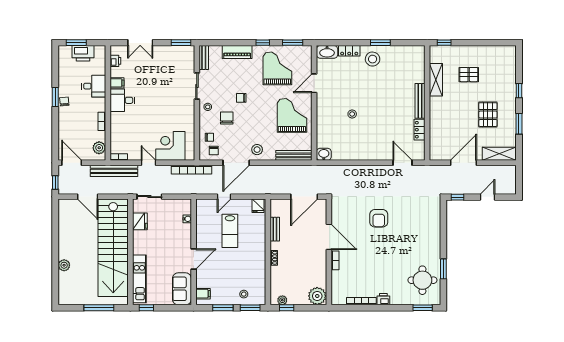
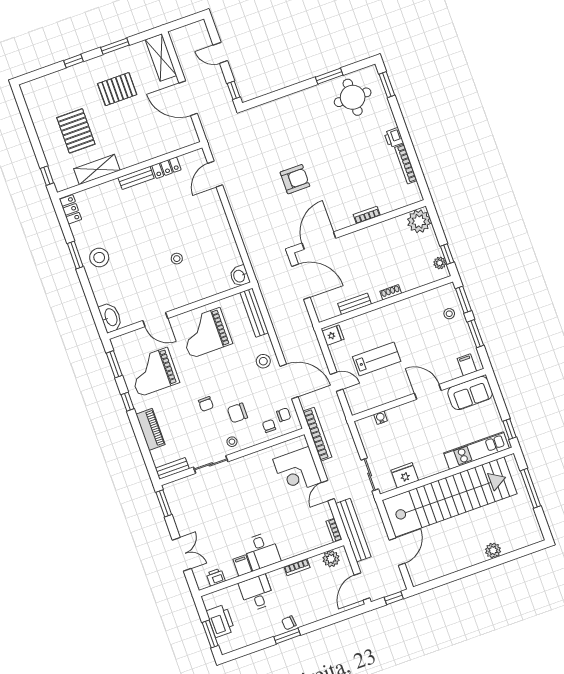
locker: (349, 51) -> (71, 209), moved
pallet: (469, 75) -> (76, 131), width x1.50, depth x1.42
bench: (420, 101) -> (136, 178), width x0.73
door: (329, 237) -> (319, 241), moved

